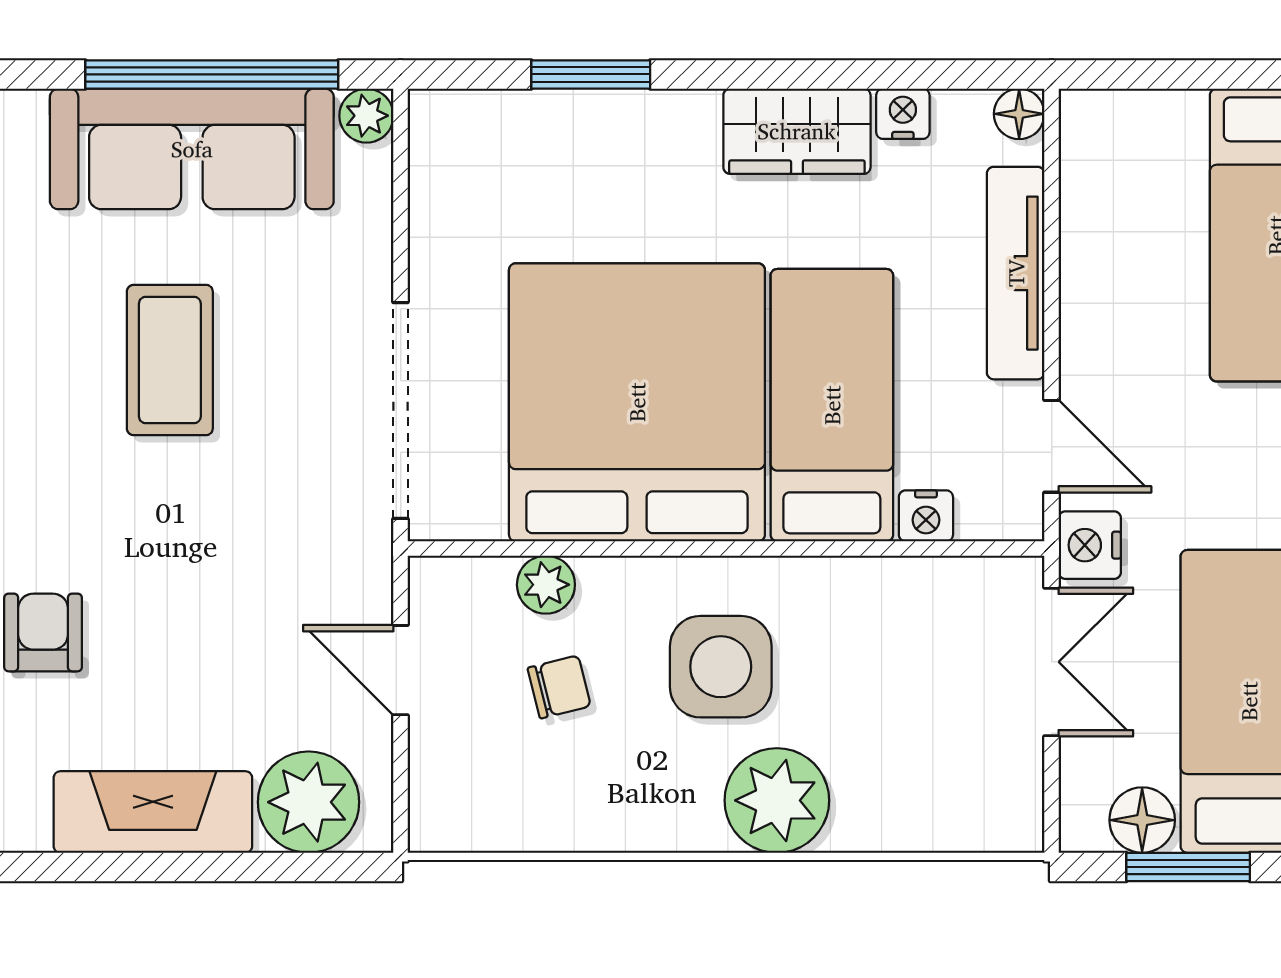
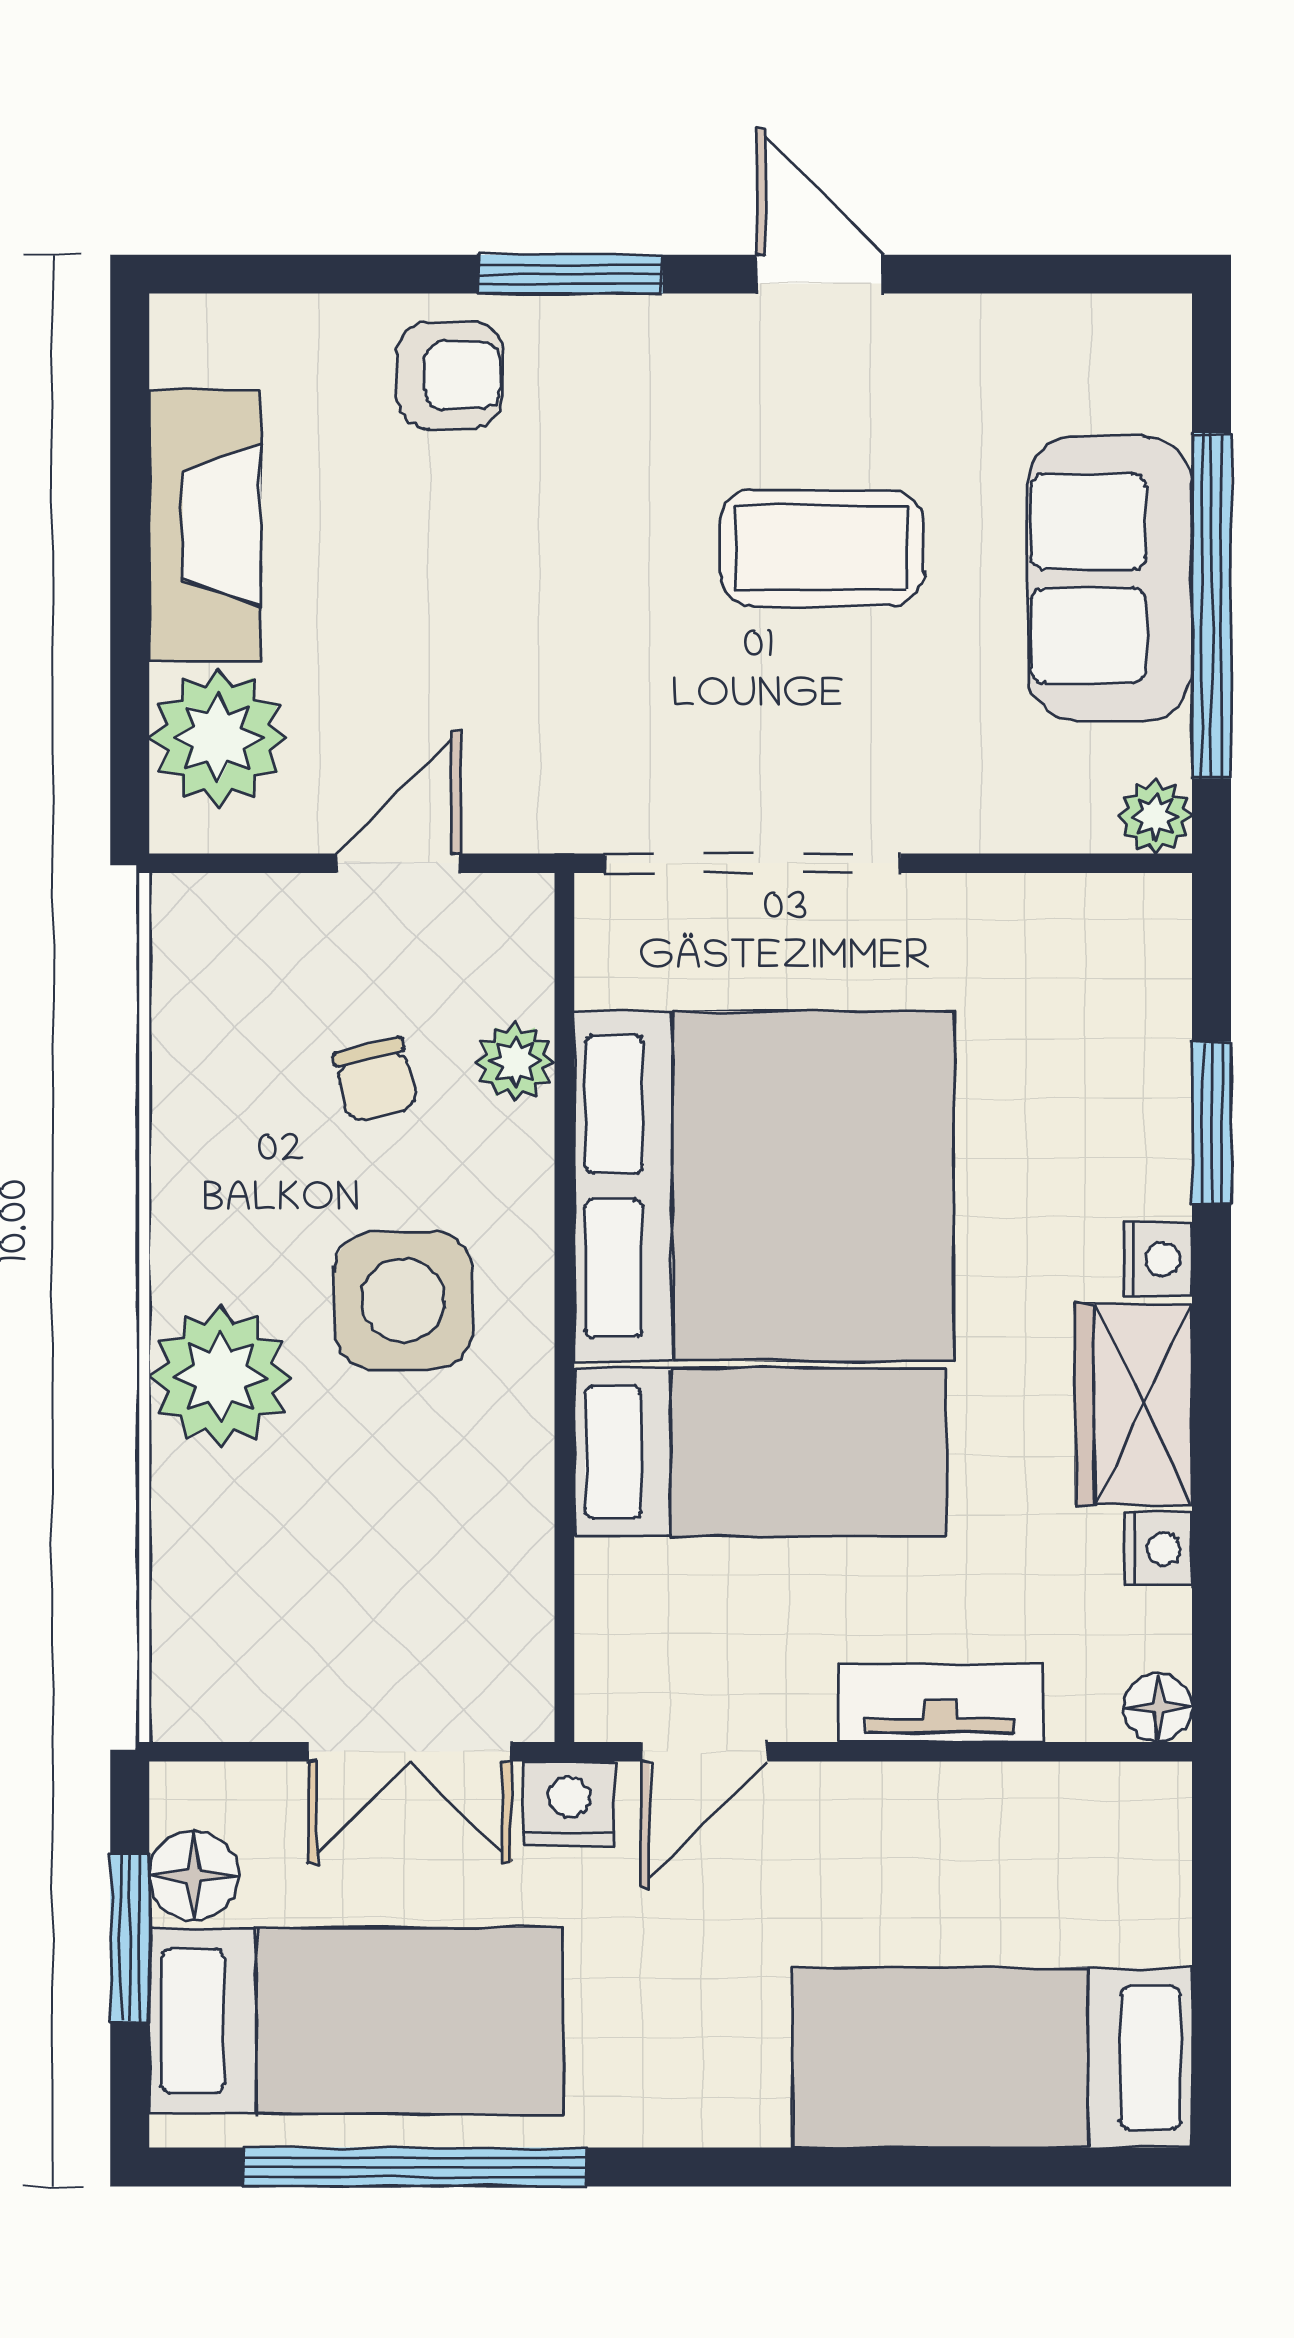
sofa: (192, 149) -> (1110, 578), width x0.73
tv unit: (1016, 273) -> (940, 1703), width x0.71
nightstand: (926, 516) -> (1157, 1259), moved, turned 180

